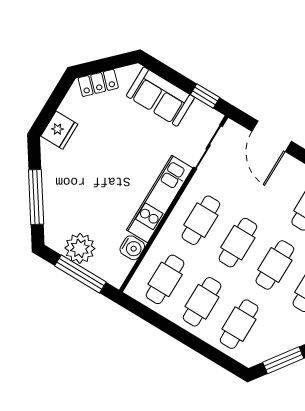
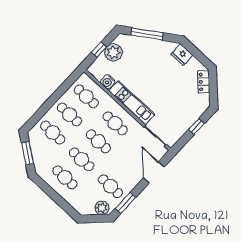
window: (205, 96) -> (197, 126), moved
sofa: (160, 97) -> (189, 115), removed
door: (272, 136) -> (154, 172), hinge flipped
window: (80, 274) -> (99, 50), width x0.46

